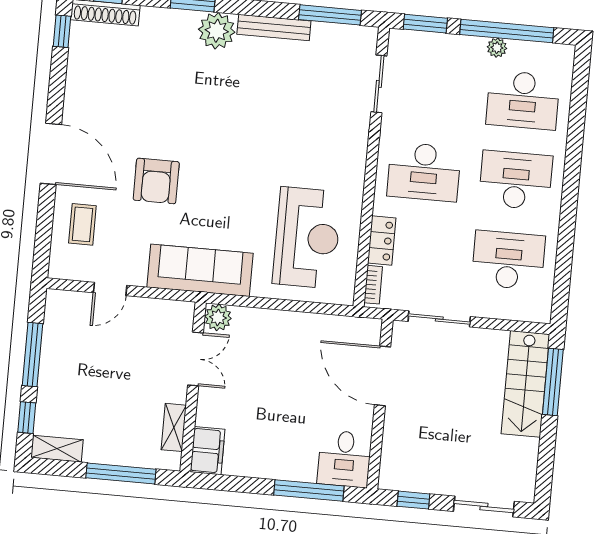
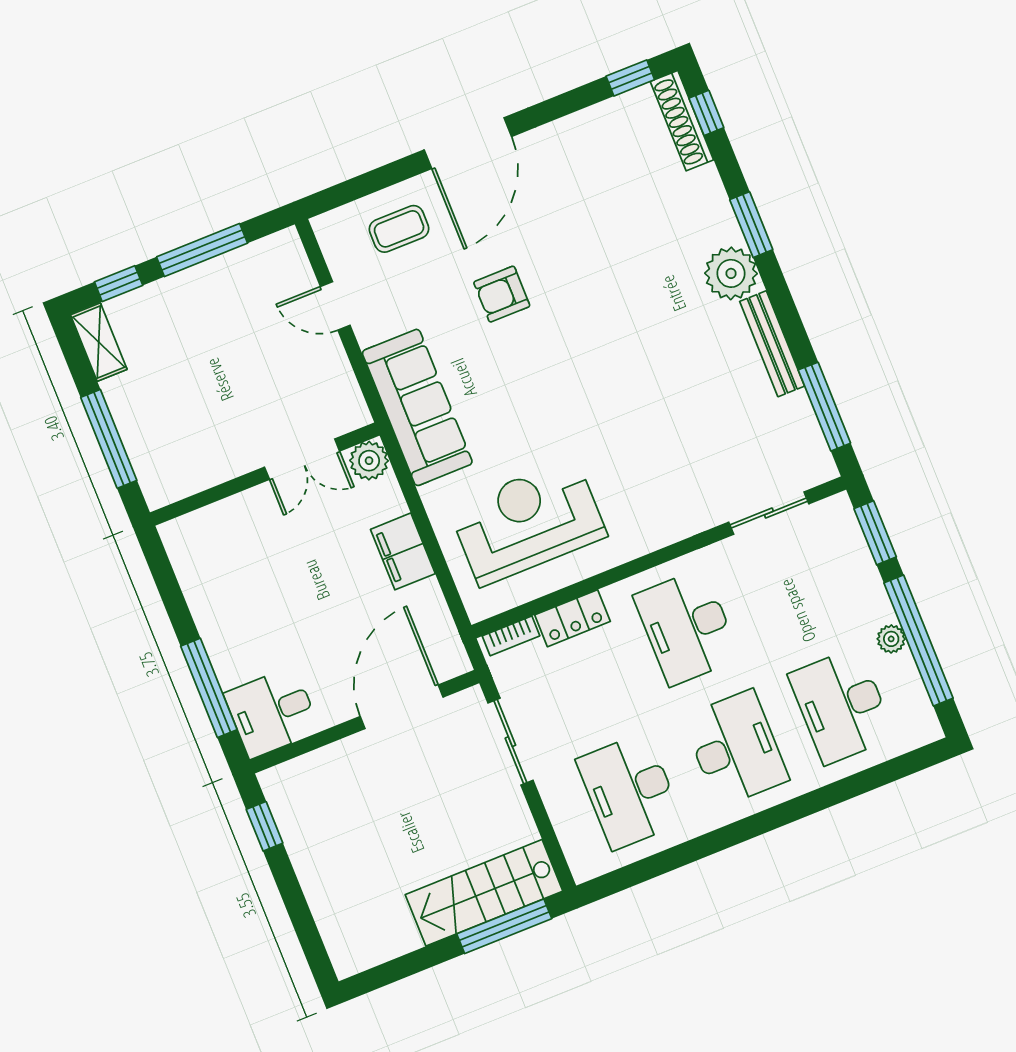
armchair: (156, 181) -> (502, 294), width x0.72, depth x0.72
reception desk: (307, 238) -> (528, 522), turned 180
desk: (508, 260) -> (630, 791), turned 180
shelving: (174, 427) -> (201, 476), removed
filing cabinet: (208, 451) -> (403, 551), moved, turned 90
sliding door: (484, 506) -> (302, 920), removed

